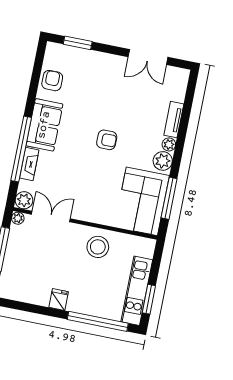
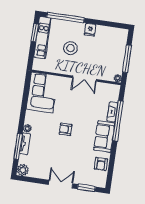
double door: (148, 57) -> (61, 184), moved
plant: (163, 161) -> (23, 170), moved
window: (169, 198) -> (18, 146), moved
plant: (24, 200) -> (114, 90), removed
double door: (51, 217) -> (85, 79), moved
stool: (98, 247) -> (70, 48), moved

